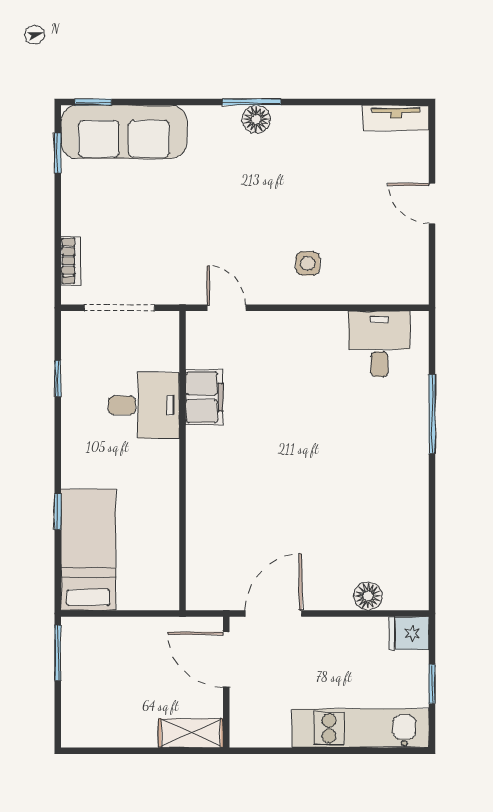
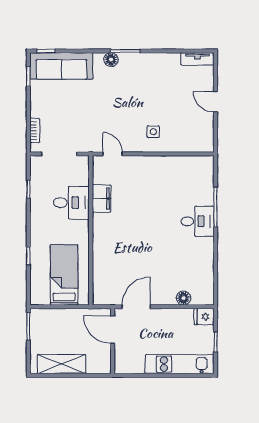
floor lamp: (256, 119) -> (111, 60), moved
desk: (379, 344) -> (198, 221), moved, turned 90
bed: (88, 550) -> (64, 275), moved
shelving: (191, 733) -> (61, 364), moved, width x1.50, depth x1.33

